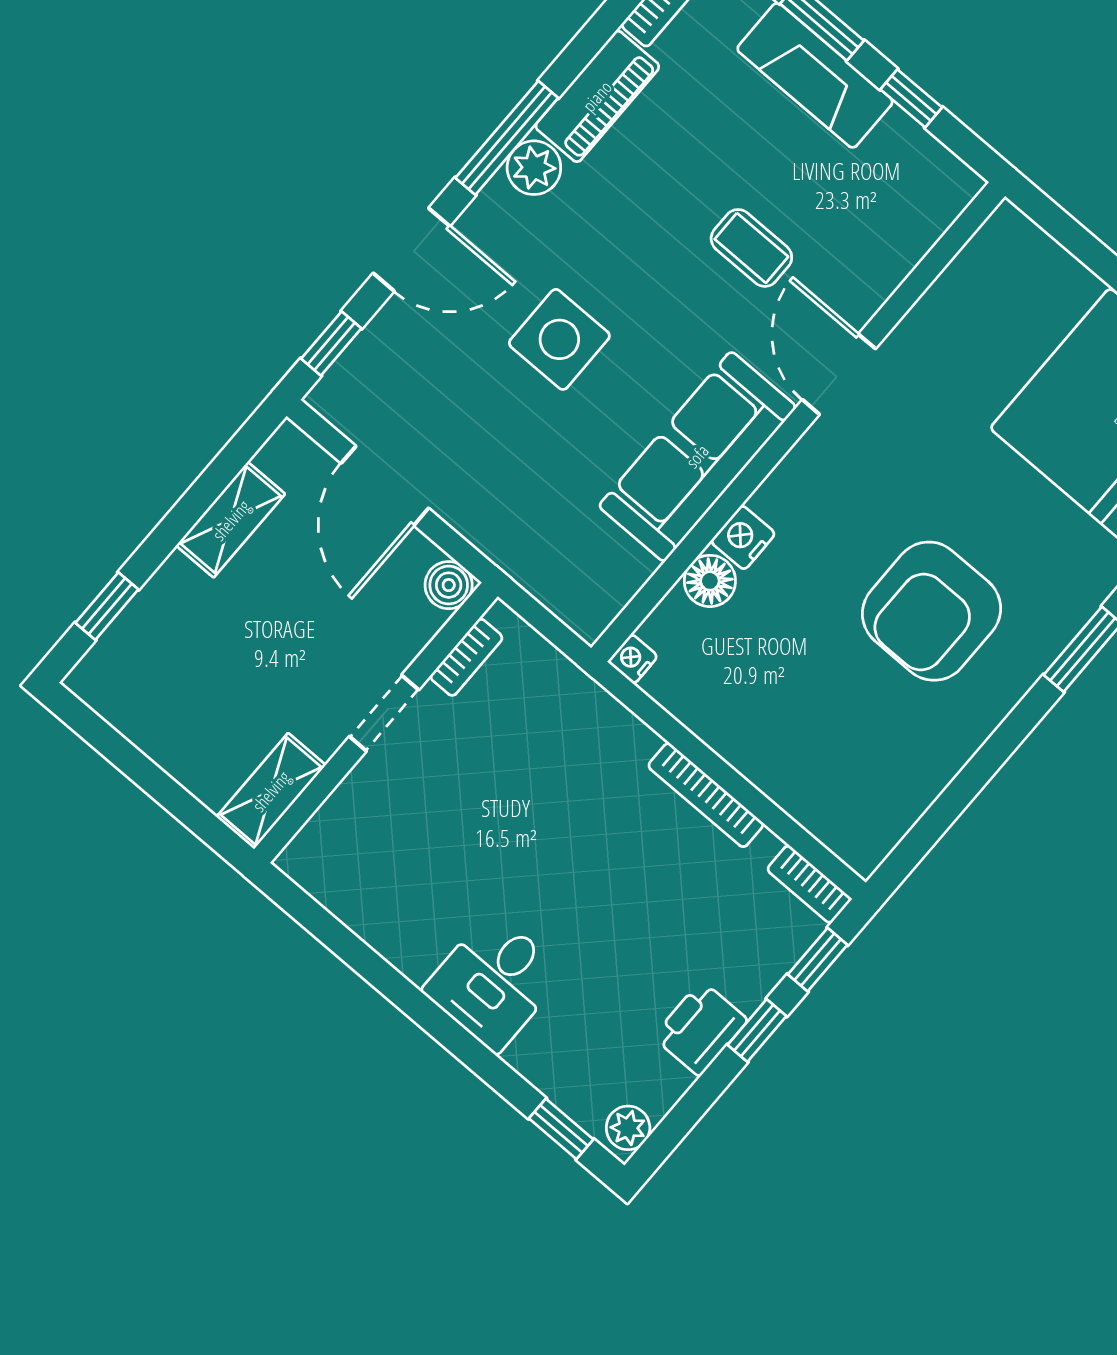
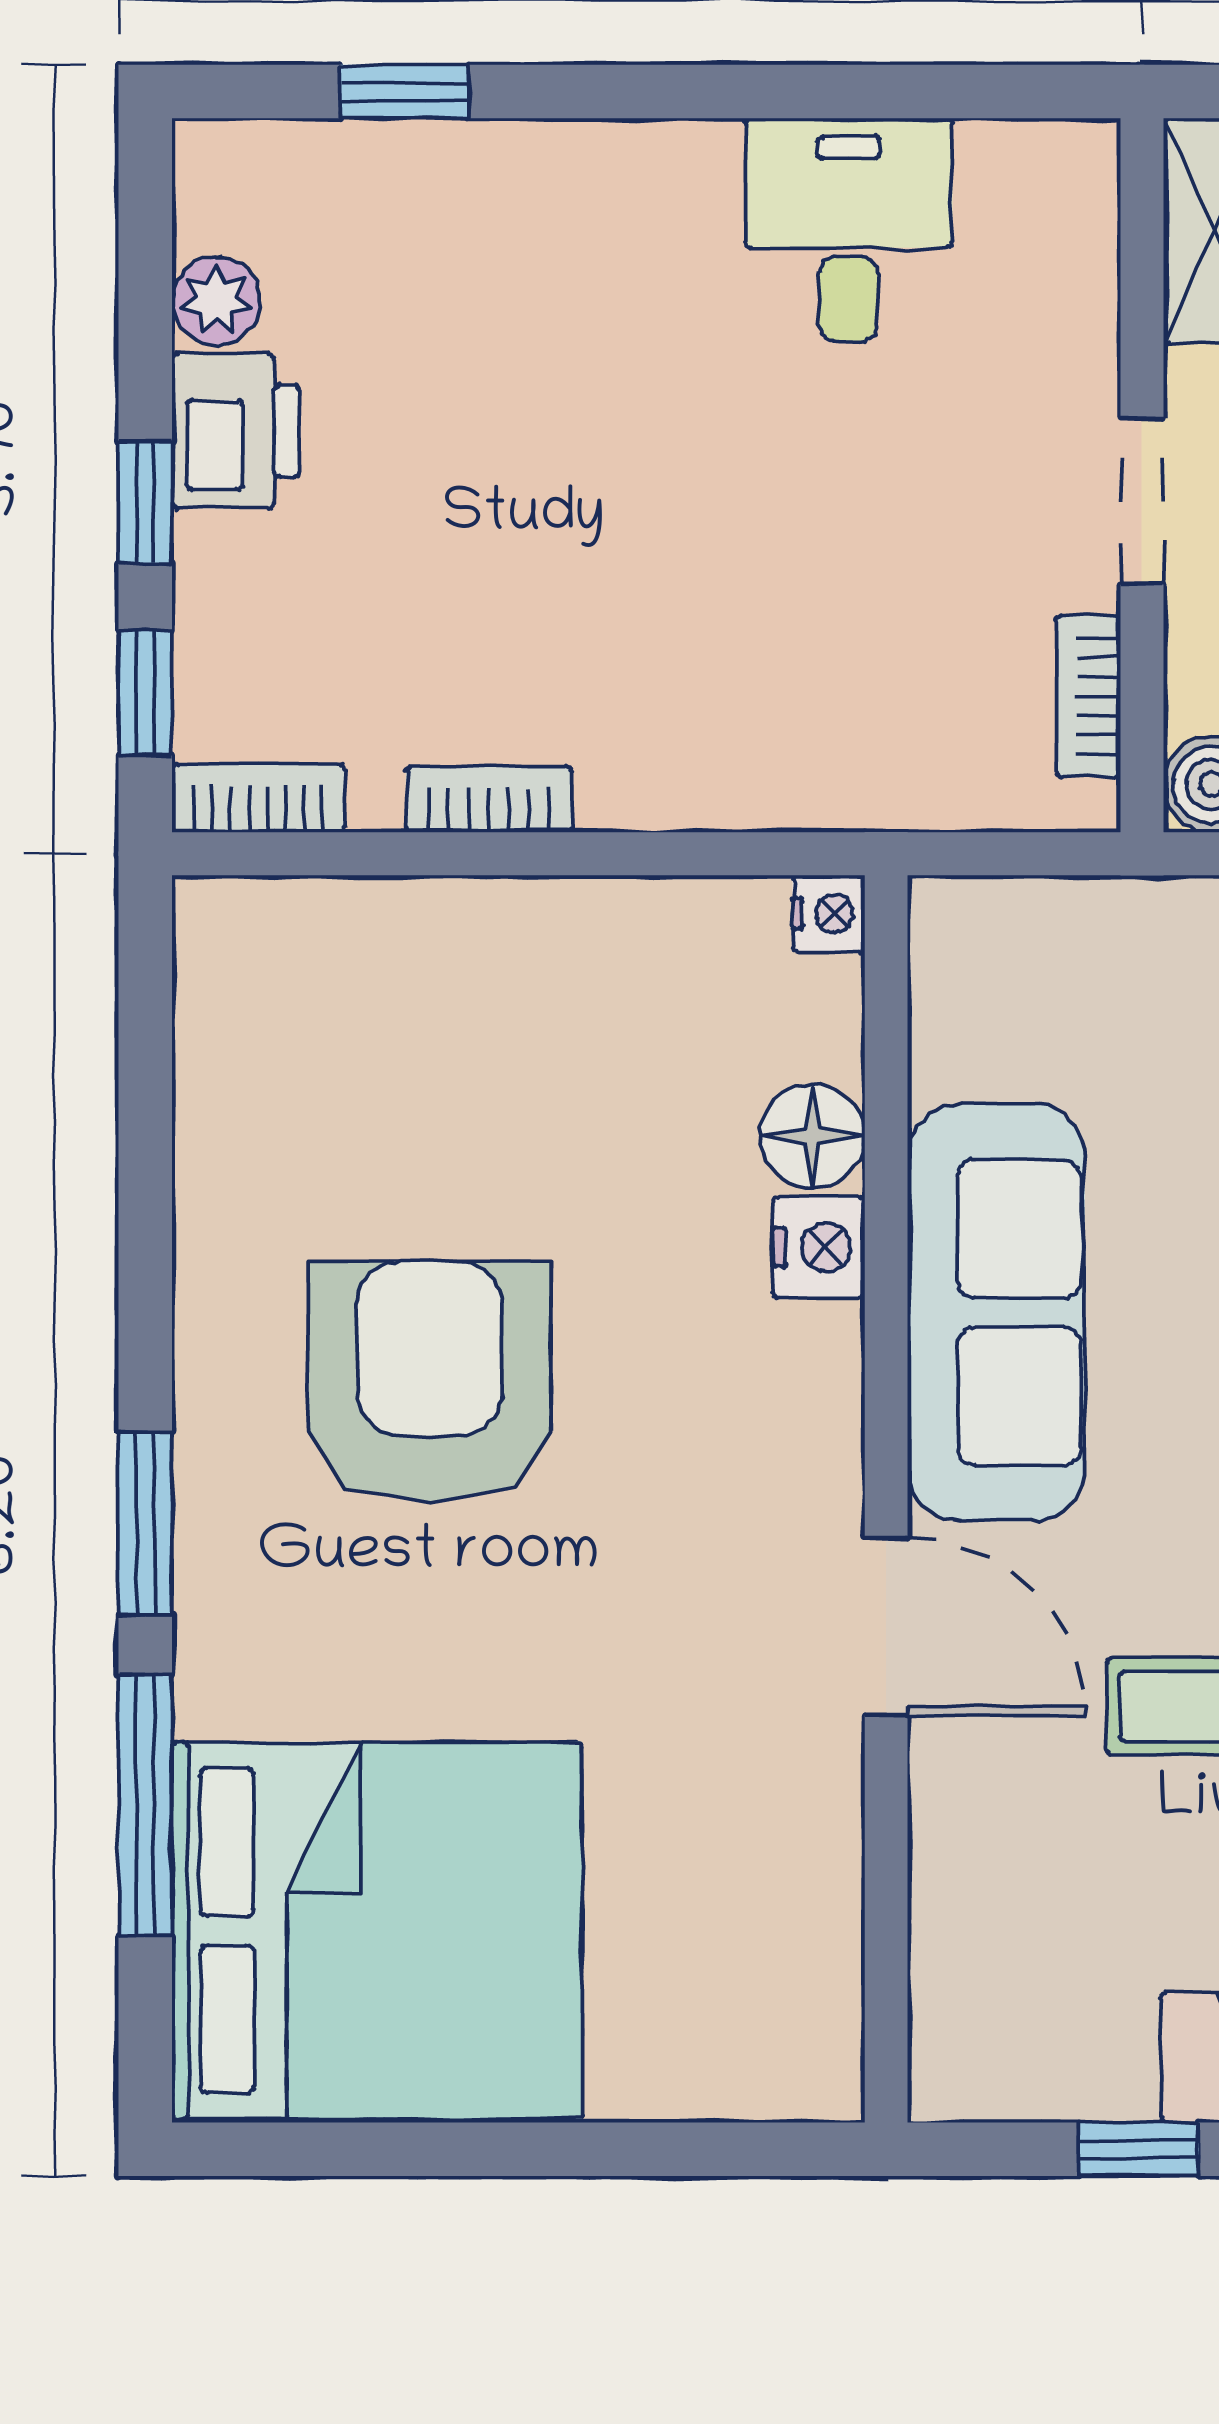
bookcase: (706, 795) -> (489, 799), width x0.64
desk: (494, 982) -> (849, 230), moved
plant: (628, 1128) -> (216, 301), moved
window: (561, 1129) -> (405, 92), moved

